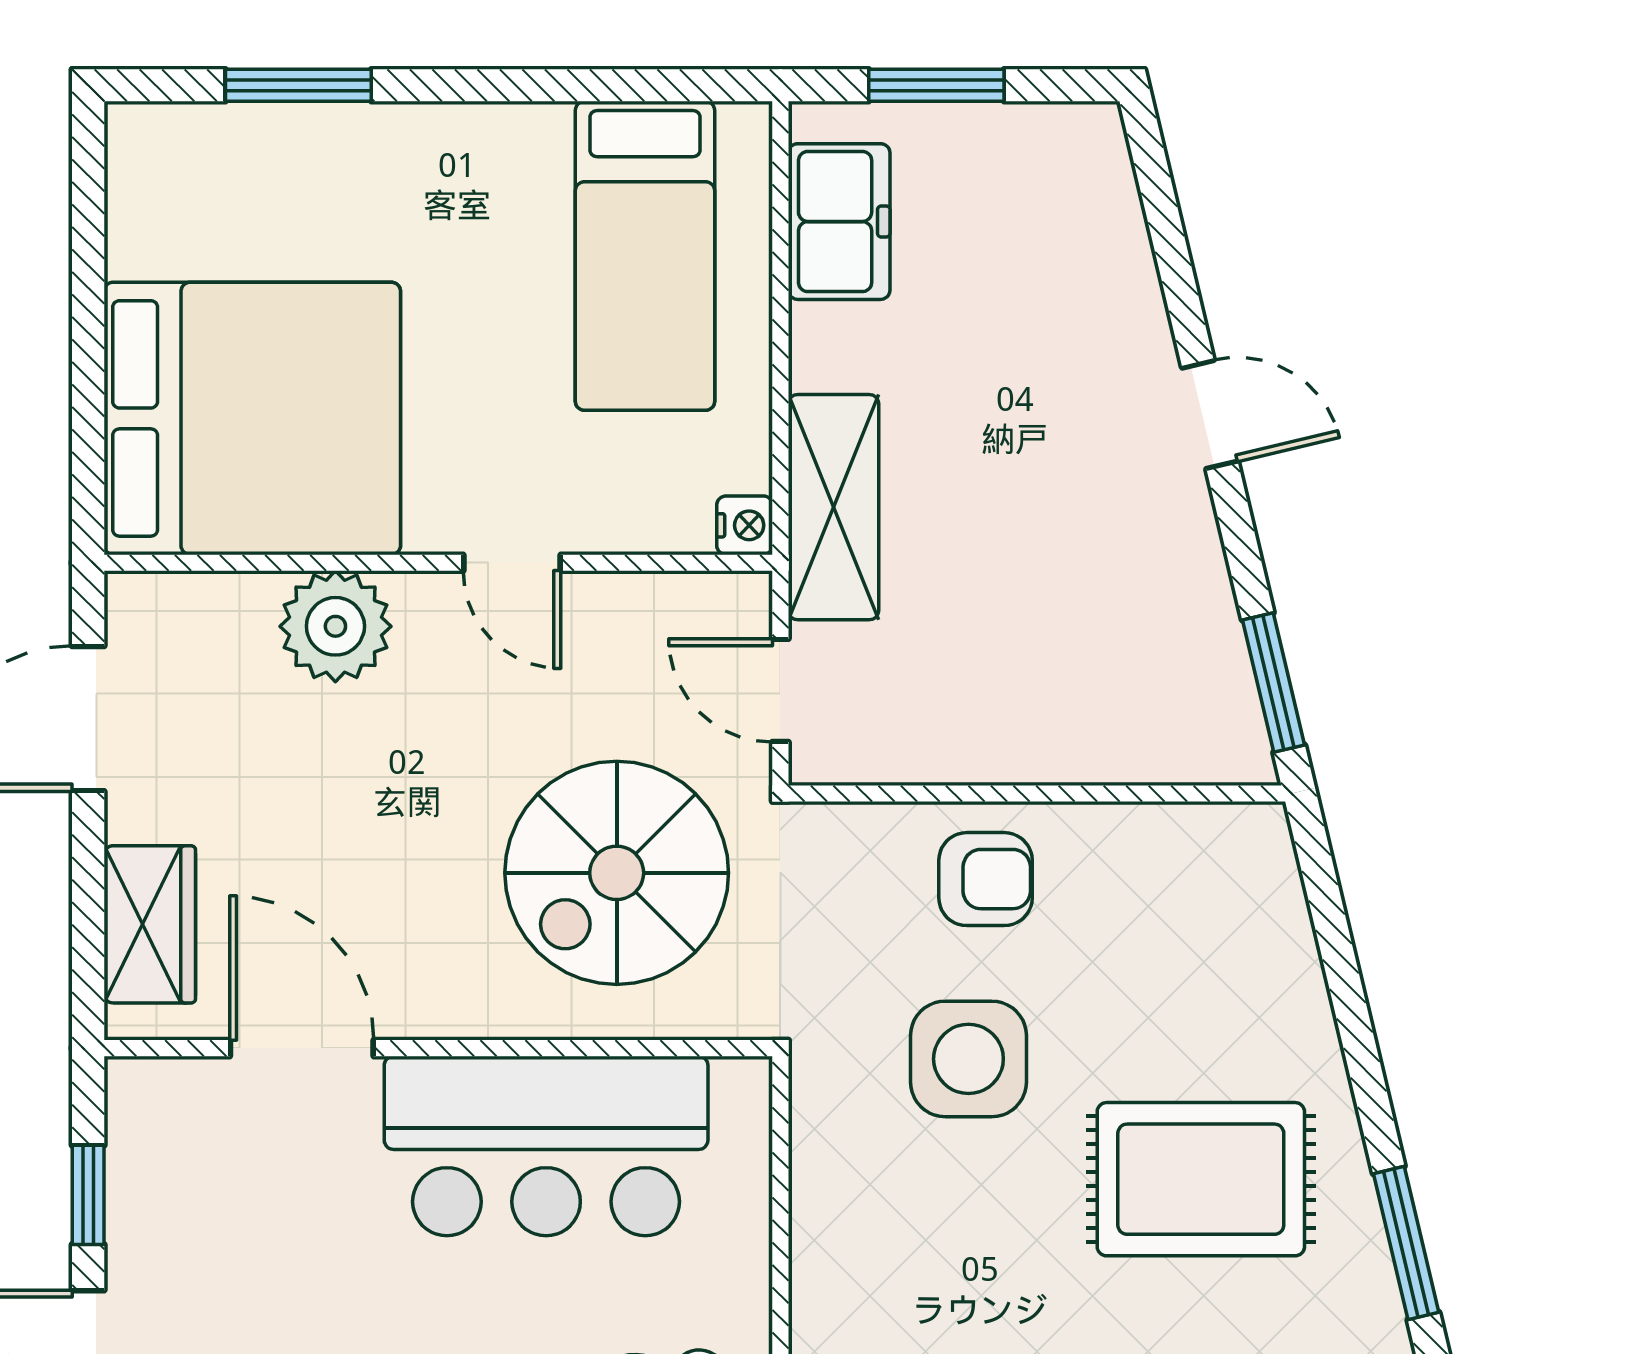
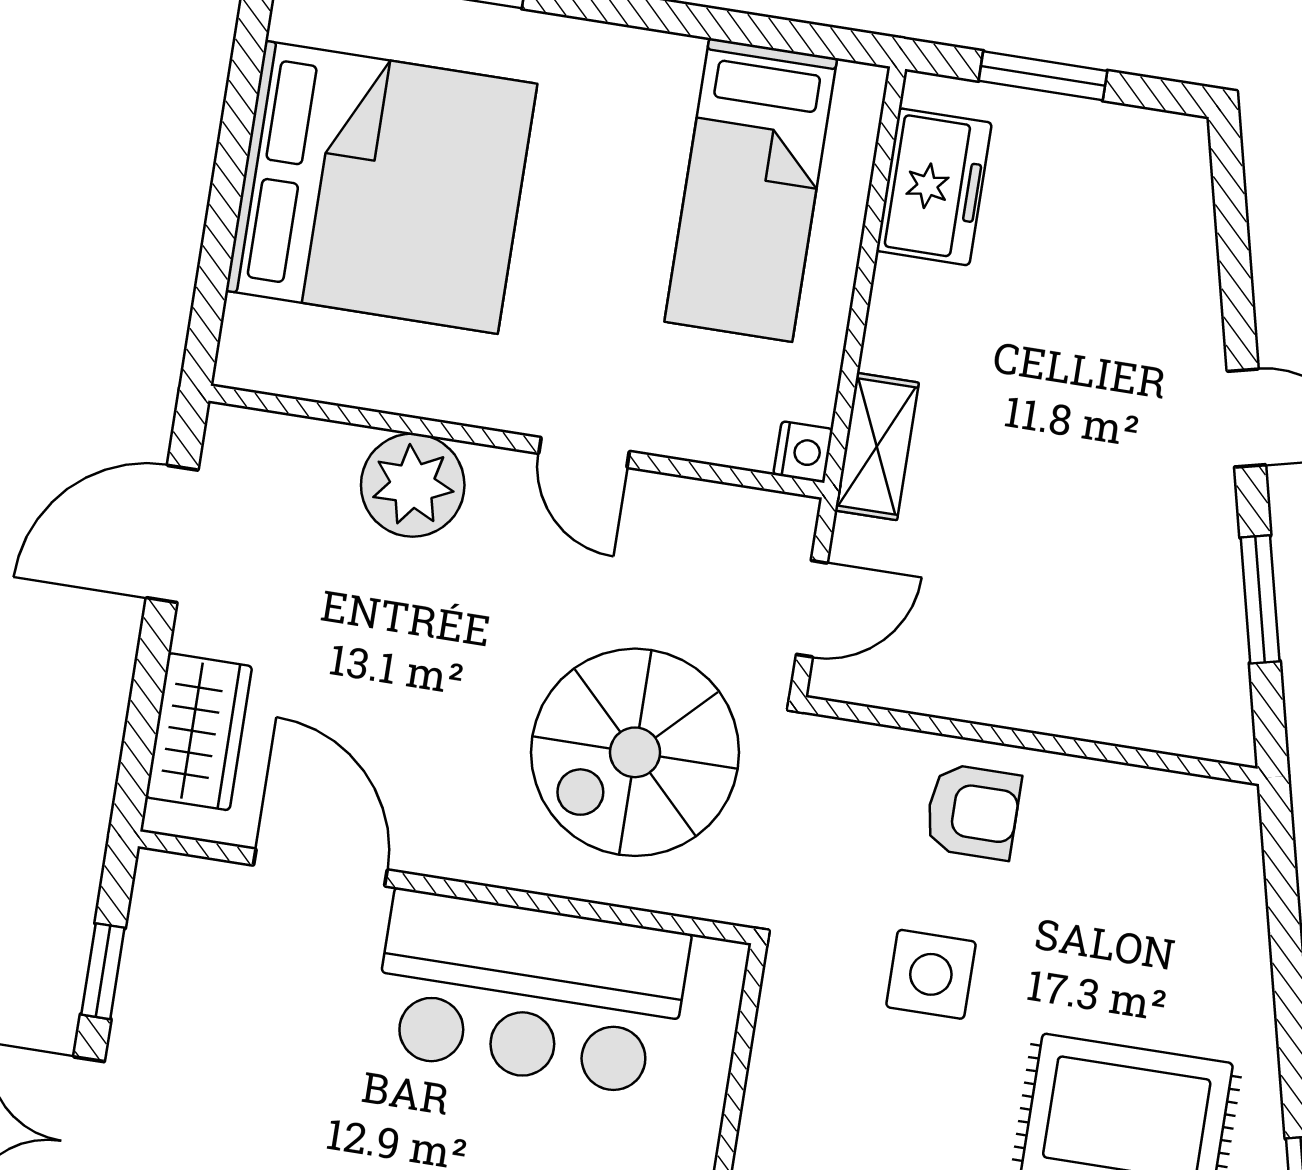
bed: (252, 418) -> (382, 187), moved
shelving: (833, 507) -> (877, 447), width x0.67, depth x0.75
window: (1273, 682) -> (1260, 599), moved
door: (780, 690) -> (812, 609), swing flipped
side table: (968, 1059) -> (931, 974), width x0.73, depth x0.73

